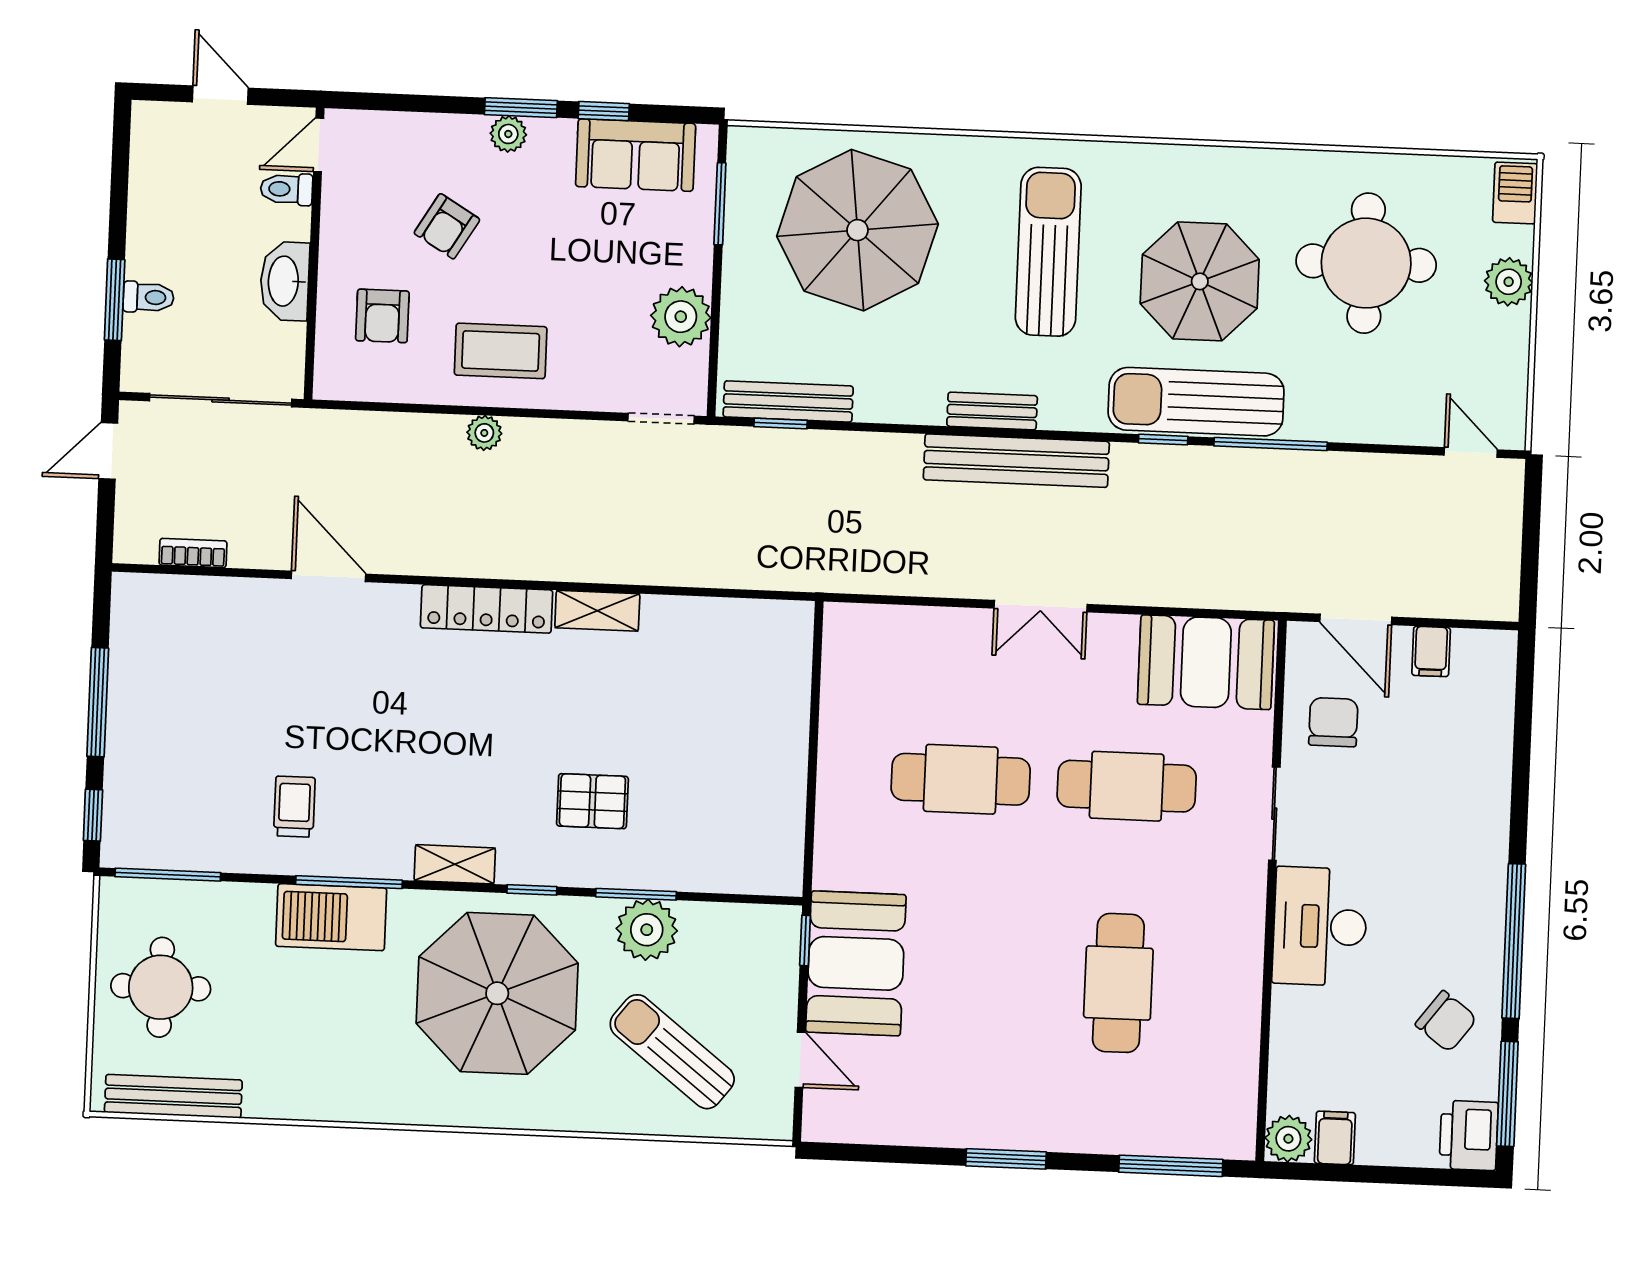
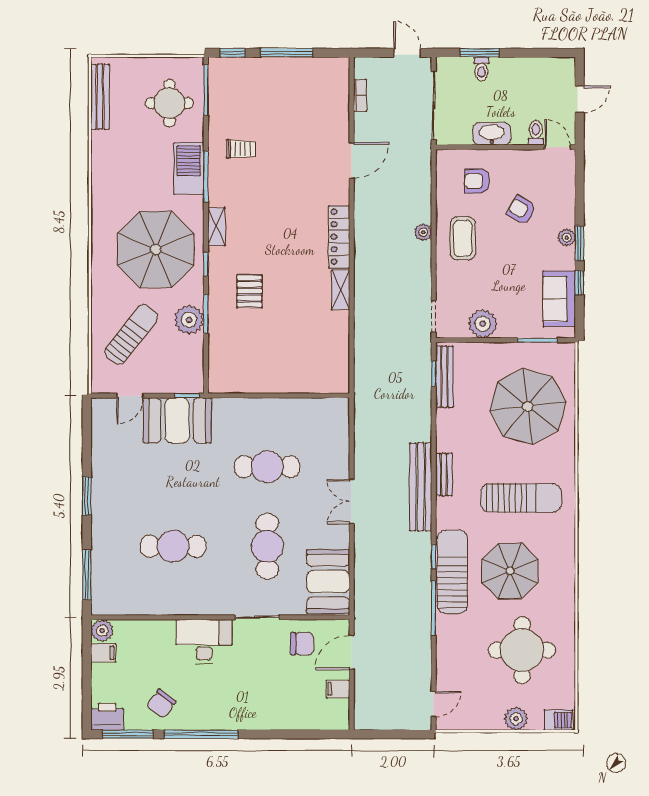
cafe table: (961, 779) -> (267, 467), turned 90
round table: (161, 987) -> (169, 103), moved

